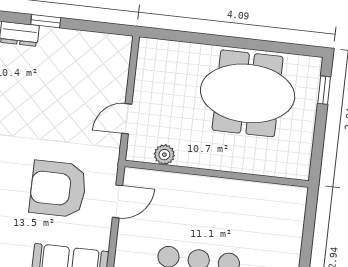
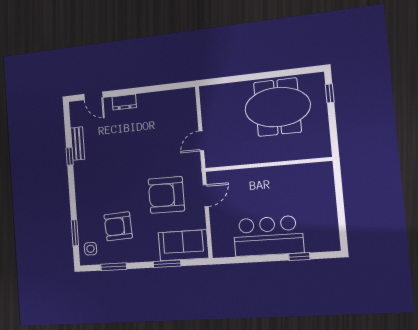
window: (46, 21) -> (139, 90), removed
plant: (164, 155) -> (230, 159), removed

